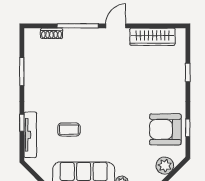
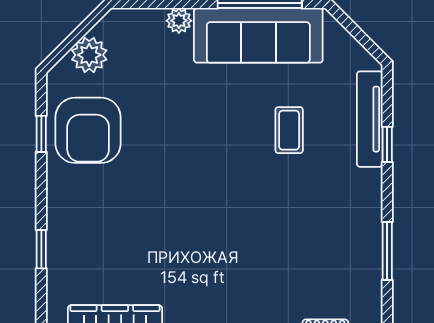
coffee table: (69, 129) -> (289, 130), turned 90
armchair: (165, 129) -> (88, 130), turned 90

